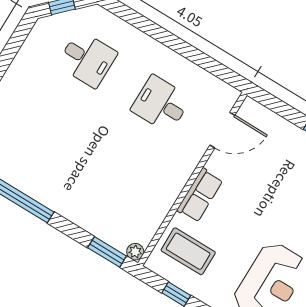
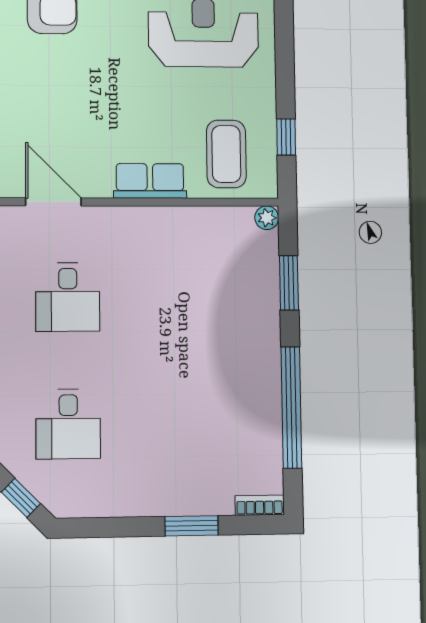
desk: (87, 59) -> (68, 424), turned 180
window: (107, 252) -> (289, 283), moved

